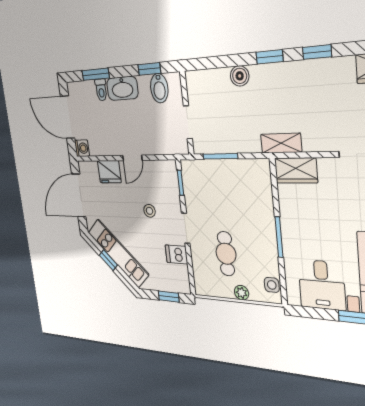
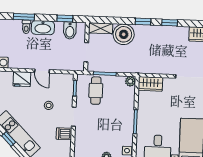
boiler: (240, 76) -> (124, 34), width x1.86, depth x1.86
shelving: (281, 143) -> (101, 28), moved
door: (132, 158) -> (42, 71), hinge flipped
plant: (262, 167) -> (130, 81), added
cafe table: (226, 254) -> (96, 91), moved

